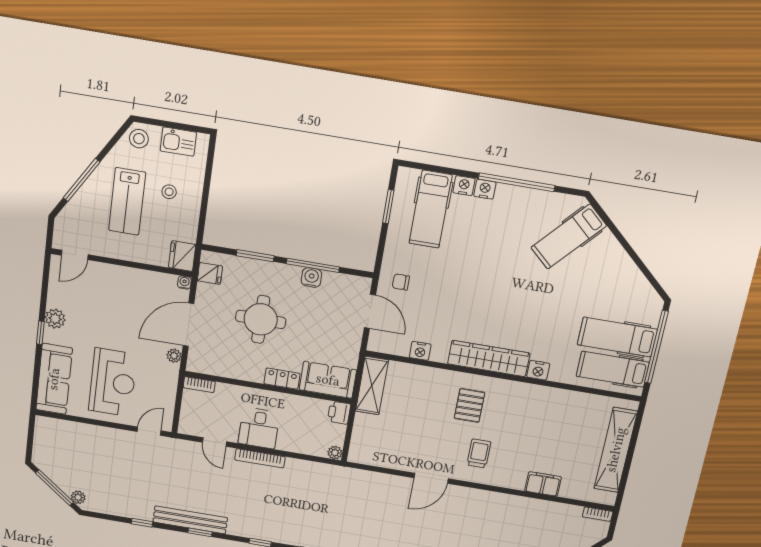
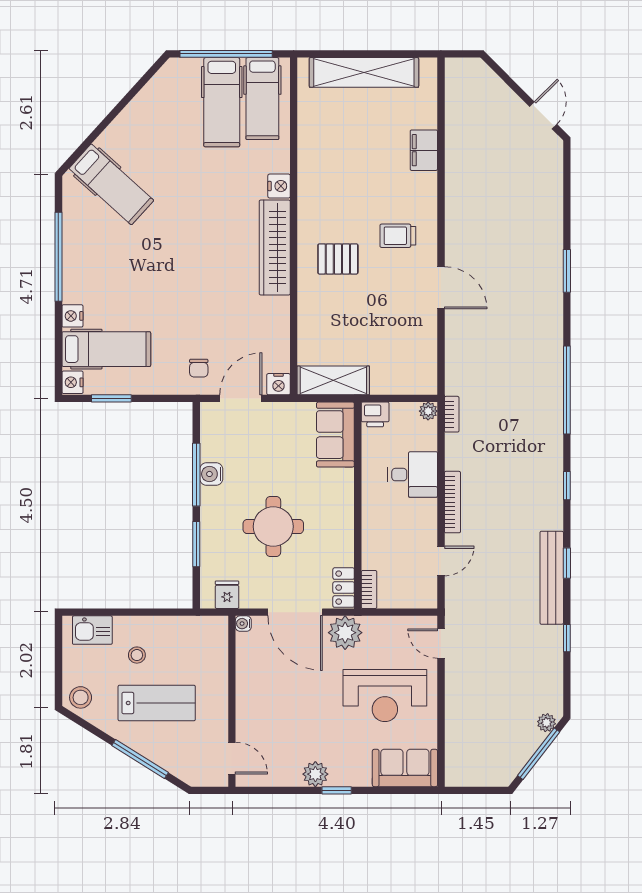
kitchen sink: (178, 142) -> (92, 630), moved, turned 90
nightstand: (485, 189) -> (72, 382), moved
fridge: (182, 256) -> (211, 630), removed
nightstand: (420, 351) -> (279, 384), moved, turned 90
plant: (174, 356) -> (345, 633), width x1.87, depth x1.87
sofa: (54, 379) -> (405, 768), width x0.73
locker: (282, 379) -> (344, 588), moved
reception desk: (113, 382) -> (385, 696), turned 180
desk: (259, 428) -> (413, 475), moved
bookcase: (598, 514) -> (452, 414), moved

